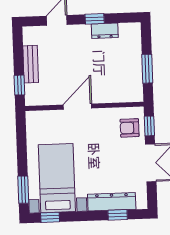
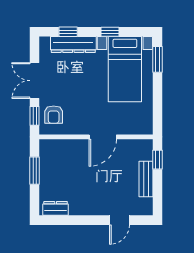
window: (95, 19) -> (83, 220), removed
dresser: (105, 31) -> (56, 208), moved
armchair: (130, 128) -> (54, 115), turned 90
window: (50, 217) -> (110, 32), moved

